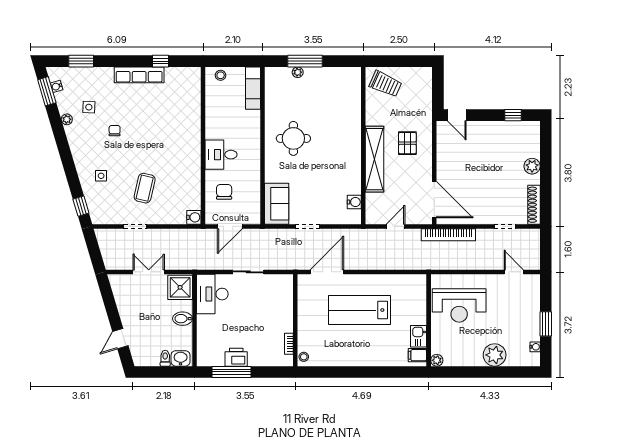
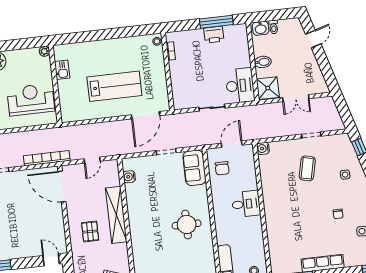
chair: (224, 192) -> (222, 168), moved
filing cabinet: (417, 355) -> (61, 54), removed

